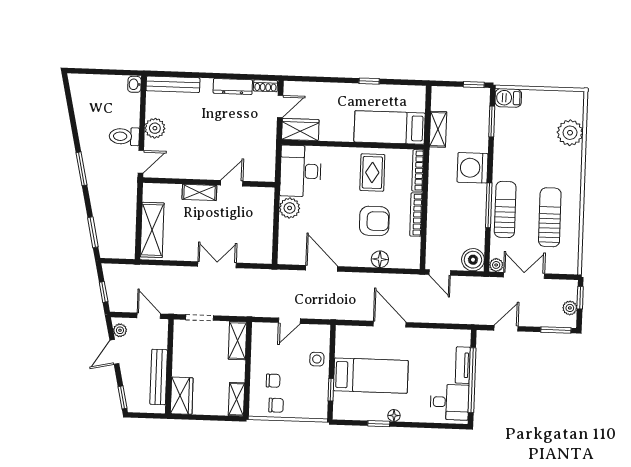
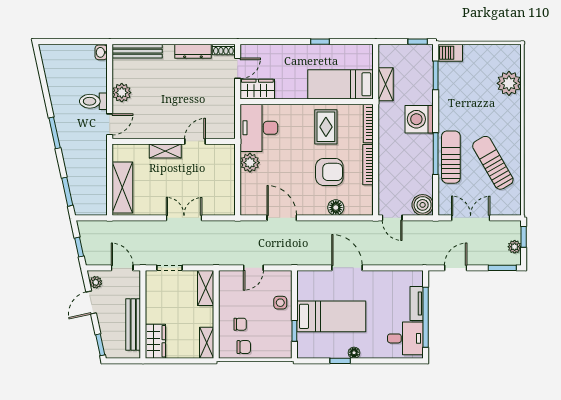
sun lounger: (550, 217) -> (493, 163), turned -30
plant: (496, 265) -> (444, 209), removed

